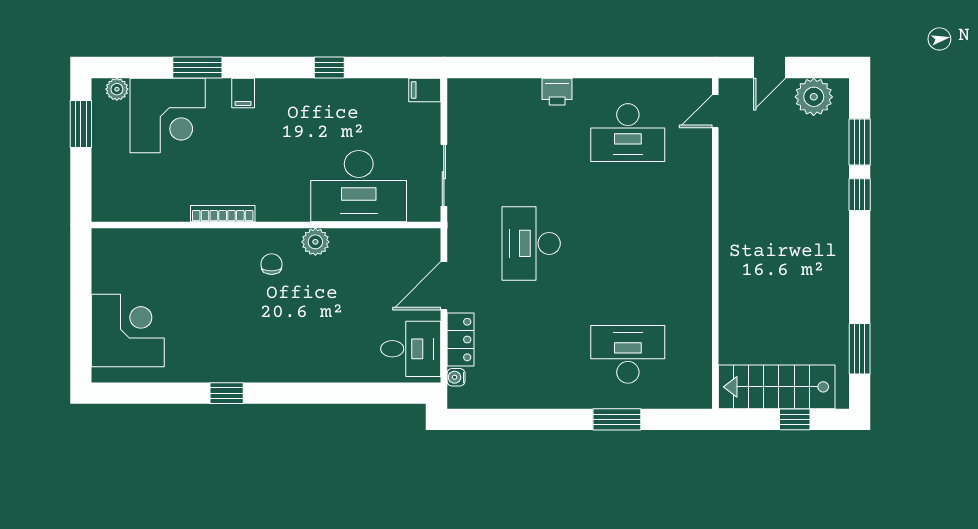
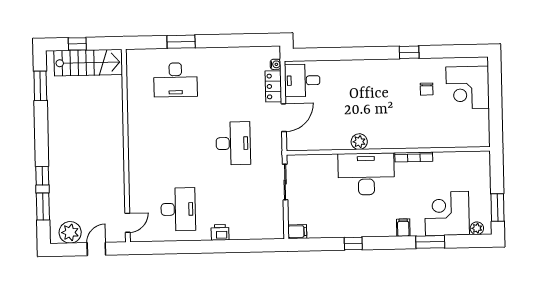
desk: (628, 133) -> (178, 209), turned 90
desk: (359, 186) -> (366, 174), moved
chair: (272, 264) -> (427, 89), moved

